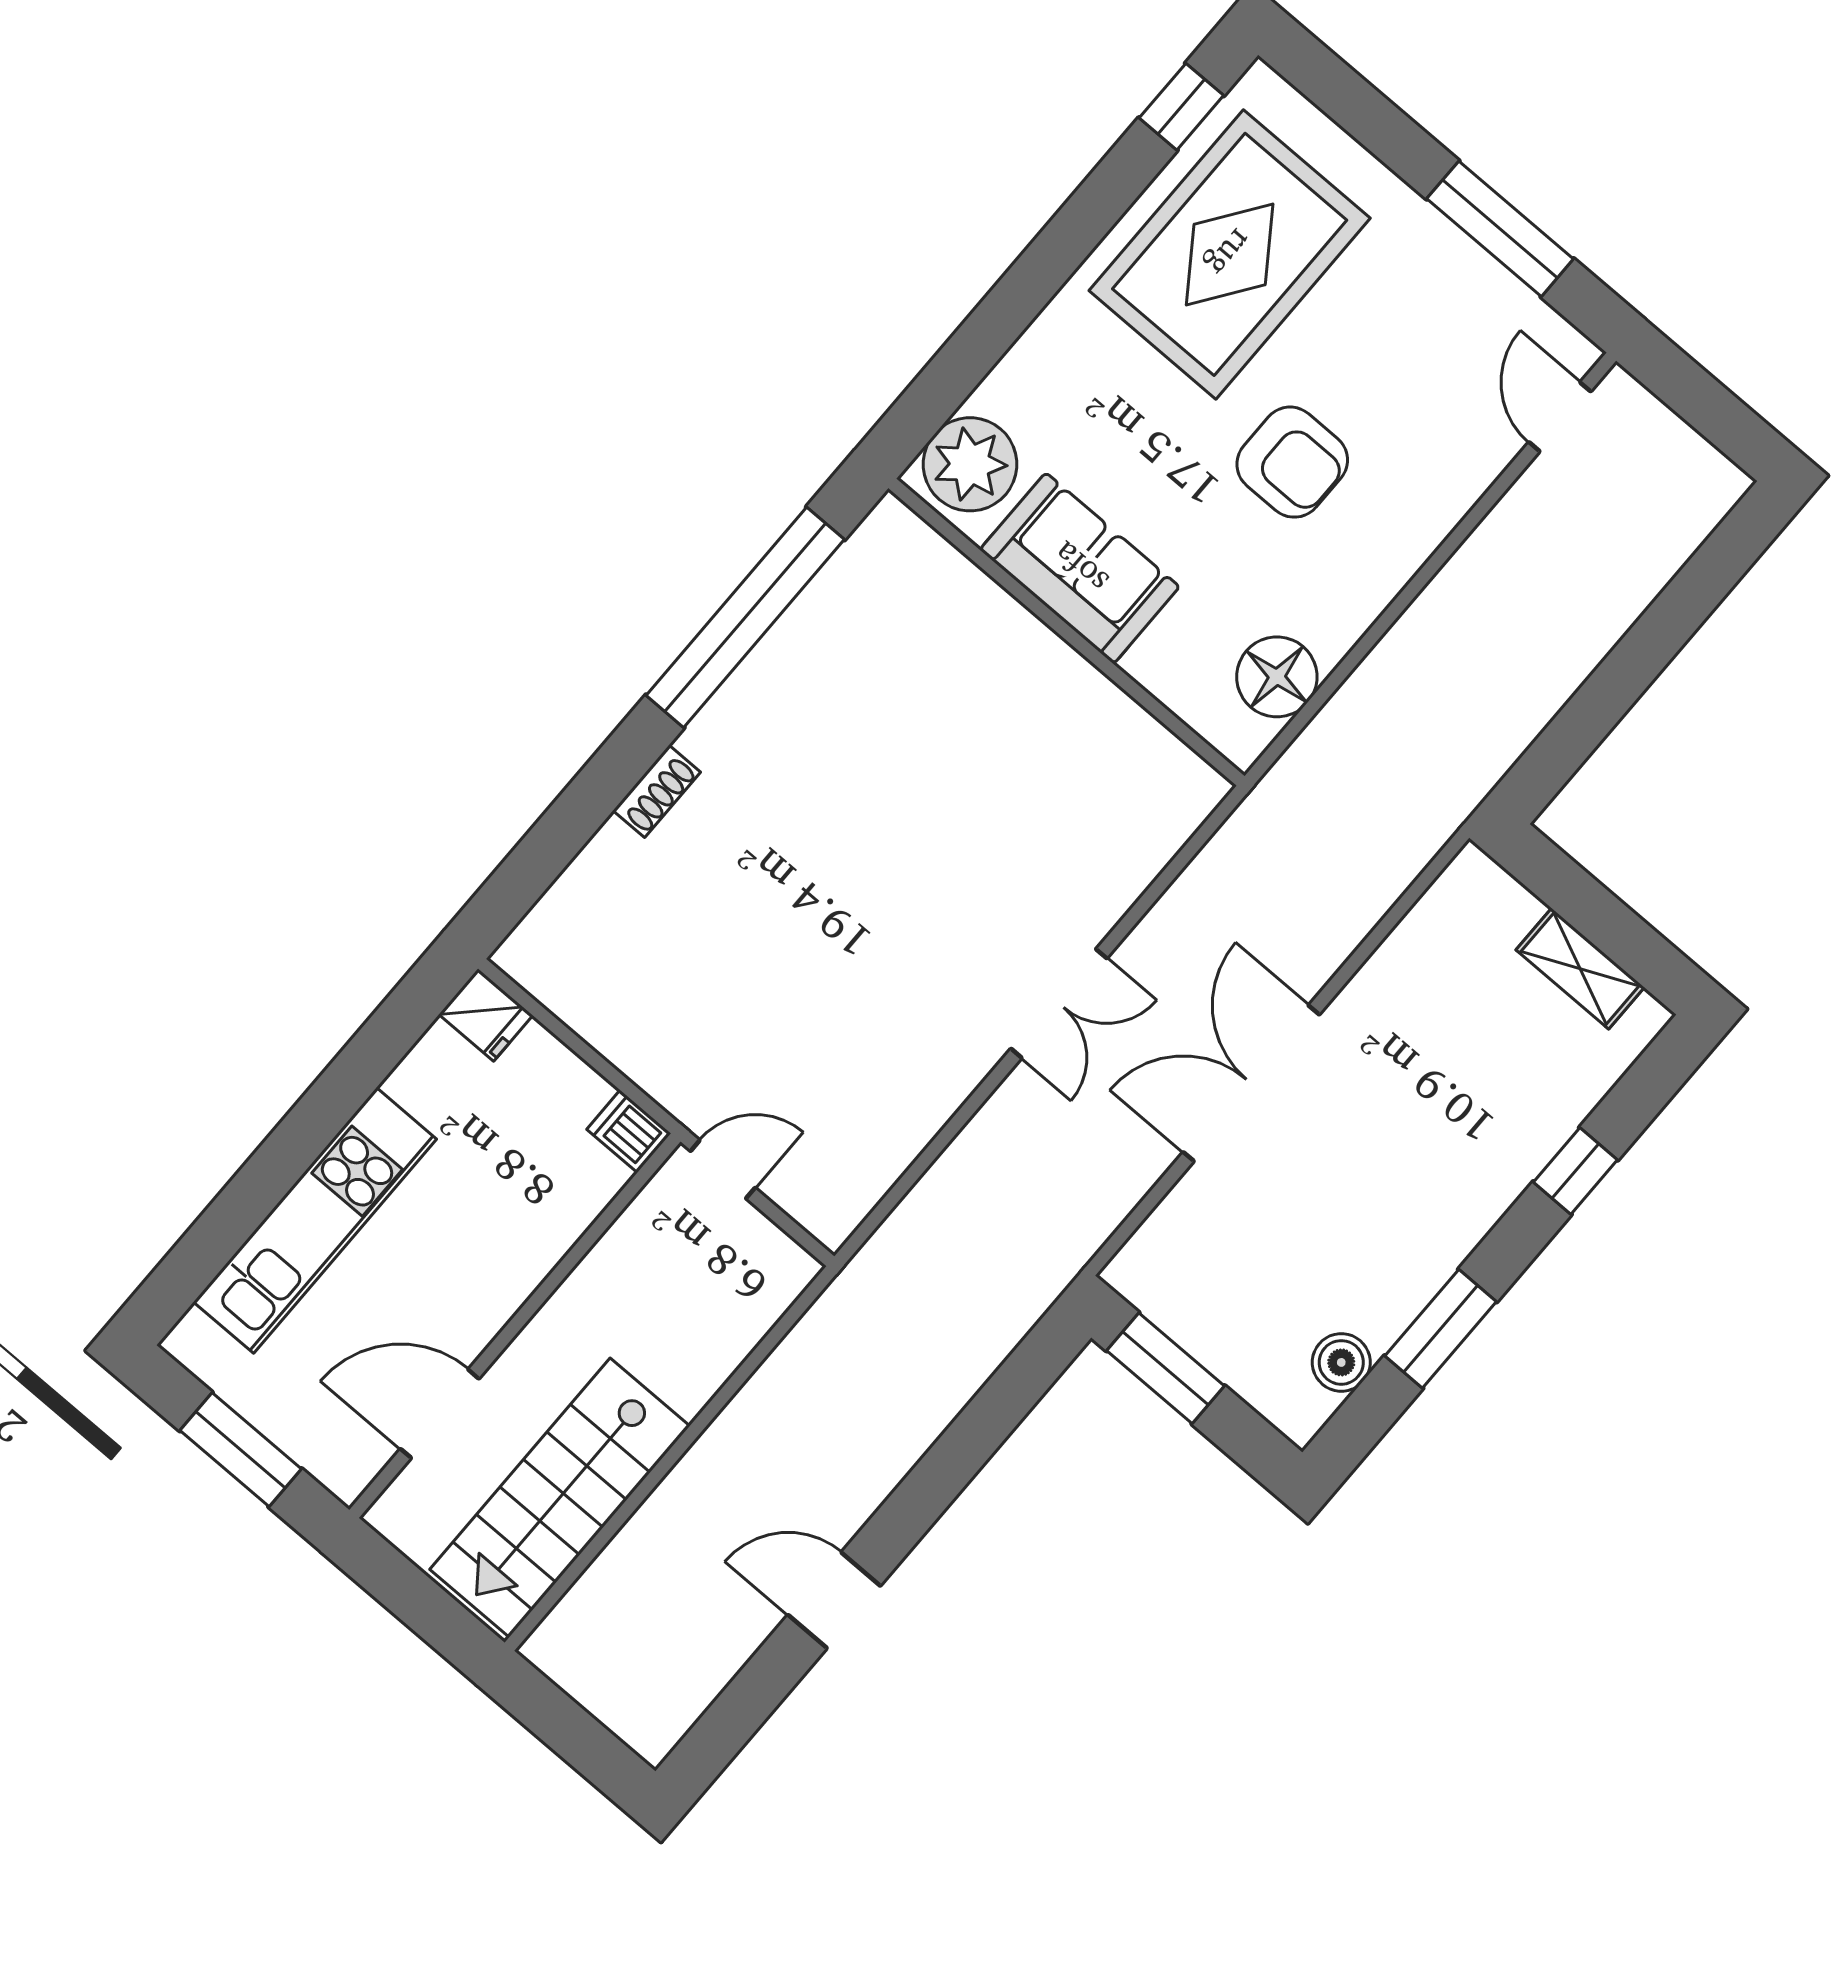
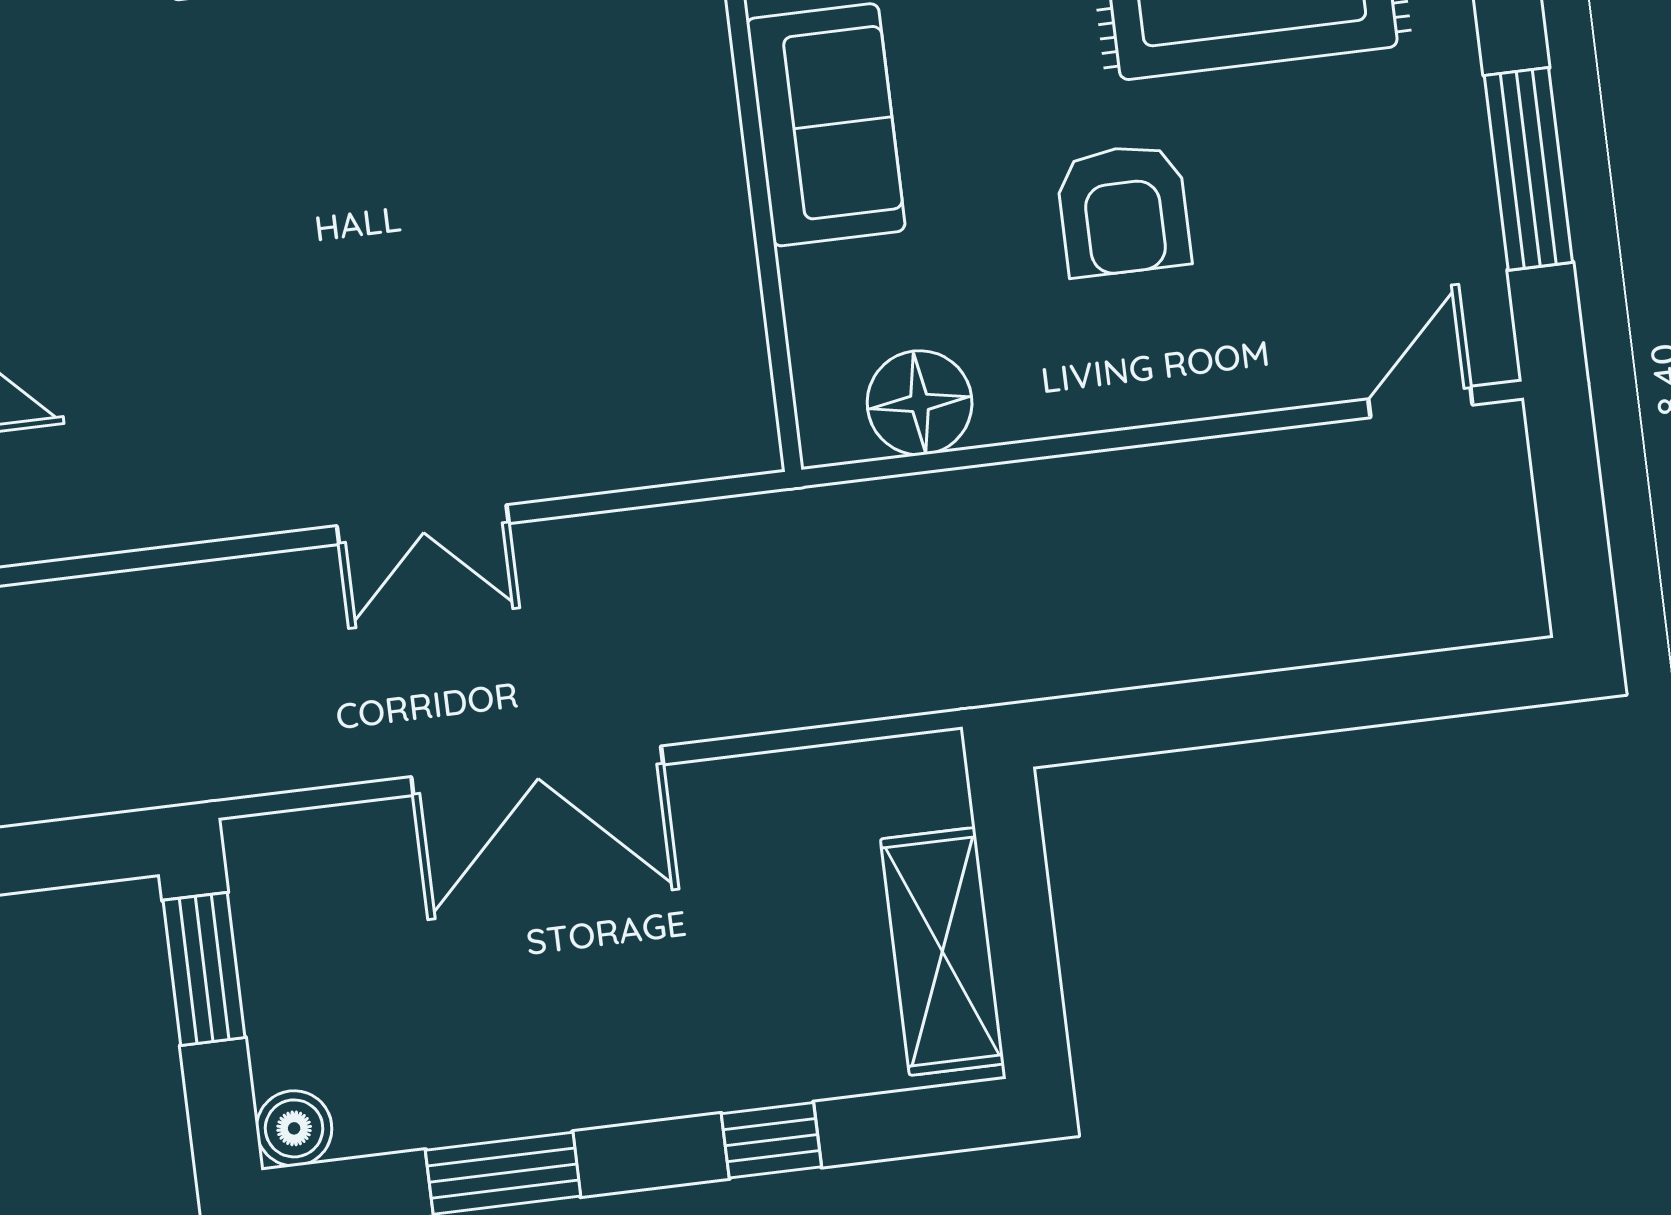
shelving: (1580, 969) -> (942, 951), width x1.50, depth x1.33
double door: (1251, 1083) -> (537, 771), swing flipped
boiler: (1341, 1362) -> (294, 1128), moved

